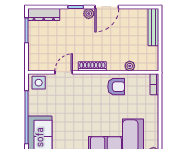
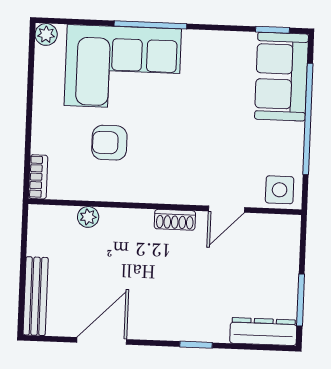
door: (107, 7) -> (102, 341), moved
plant: (89, 14) -> (169, 330), removed
shoe rack: (92, 66) -> (175, 220), width x0.70
armchair: (116, 87) -> (109, 143), moved

